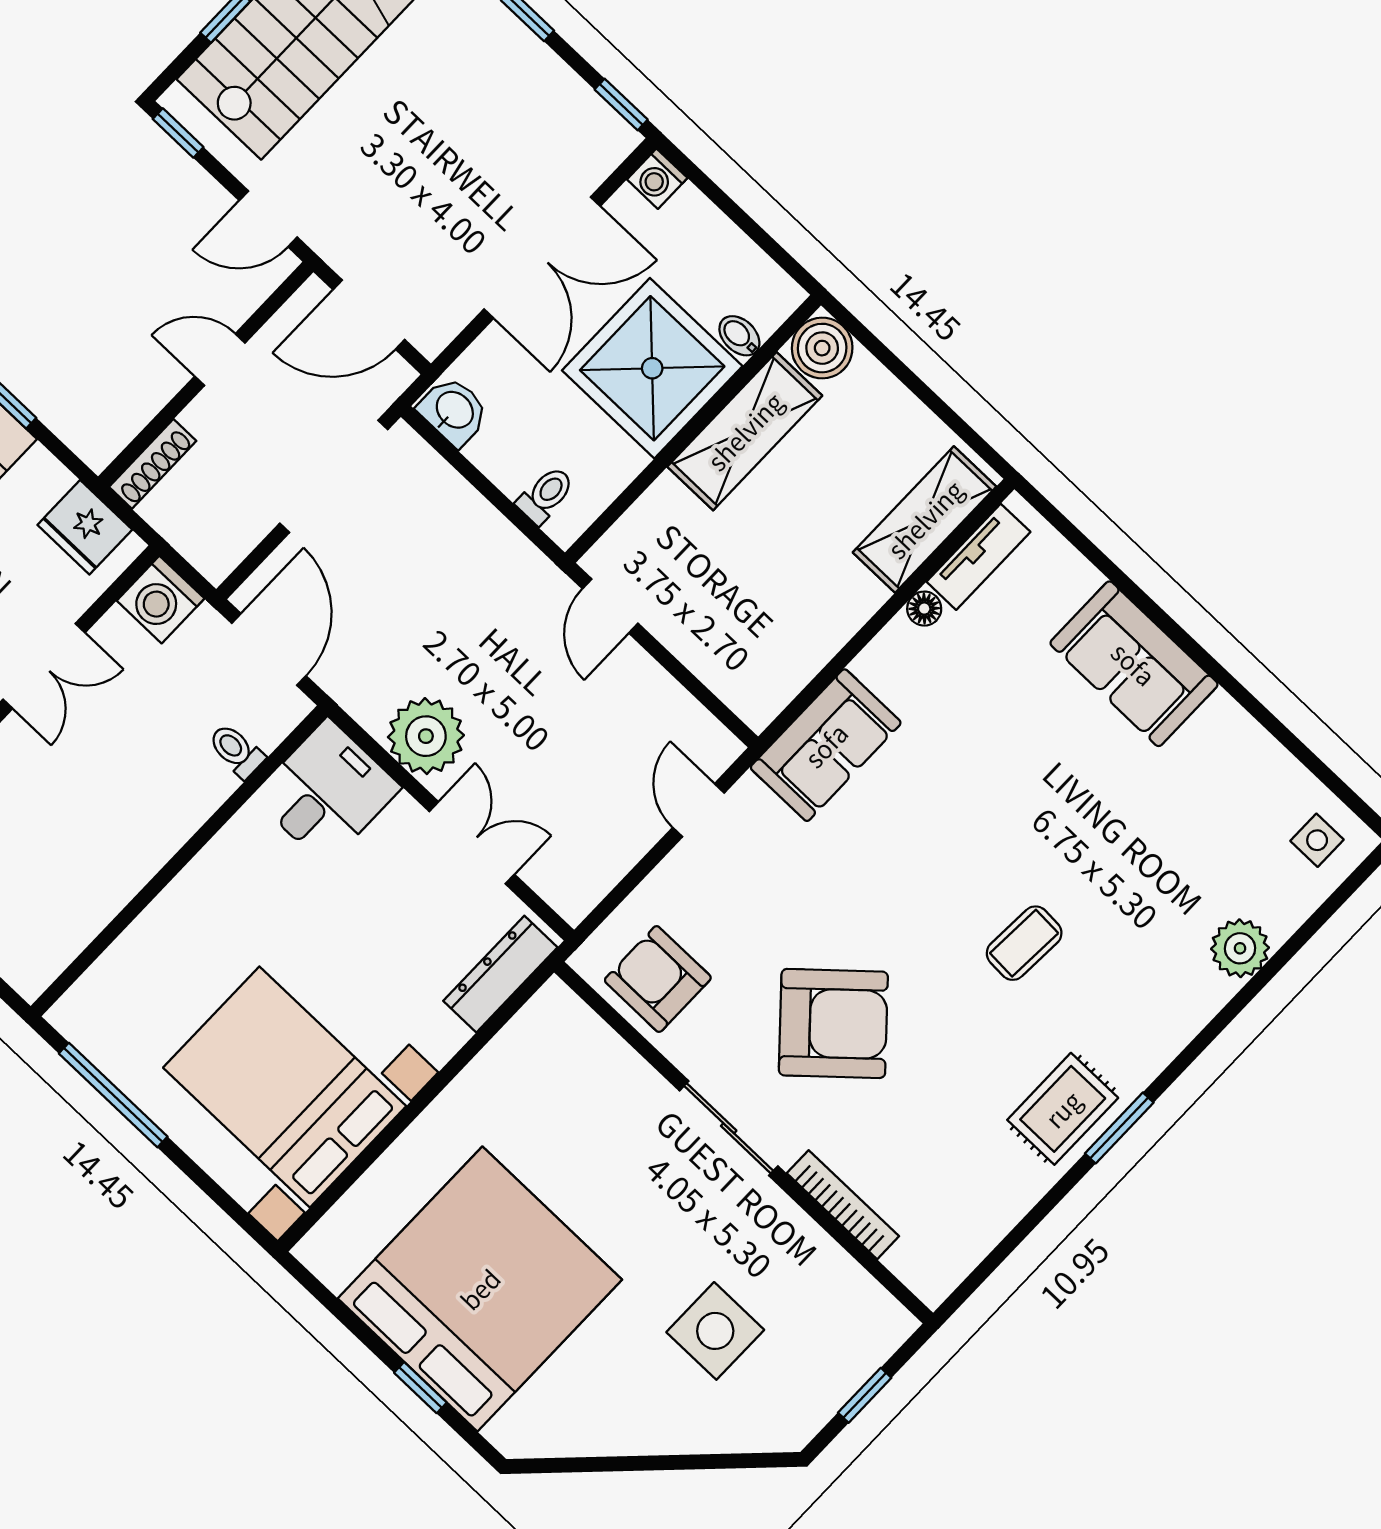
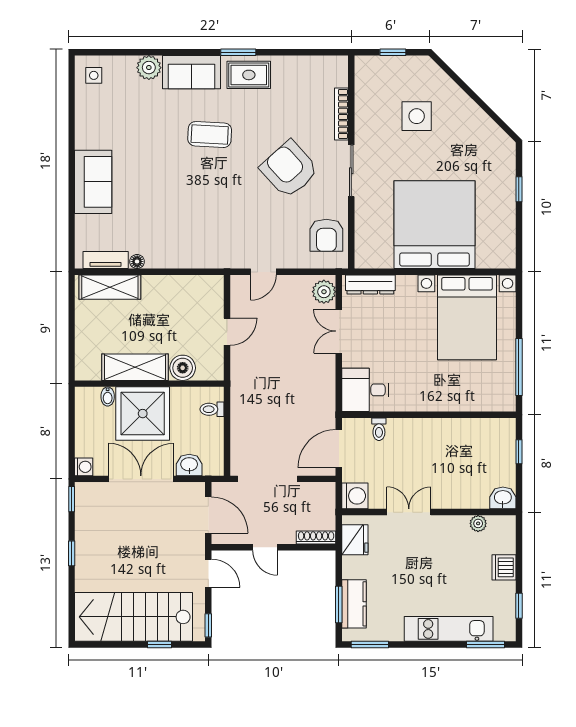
boiler: (822, 348) -> (183, 368), moved
washbasin: (454, 411) -> (189, 465), moved, turned 90
door: (610, 606) -> (227, 332), moved
plant: (426, 736) -> (324, 292), moved, width x0.73, depth x0.73
sofa: (826, 745) -> (192, 72), moved, turned 180
coffee table: (1024, 943) -> (210, 135), width x1.36, depth x1.30
bed: (480, 1289) -> (435, 225), moved, turned 90

